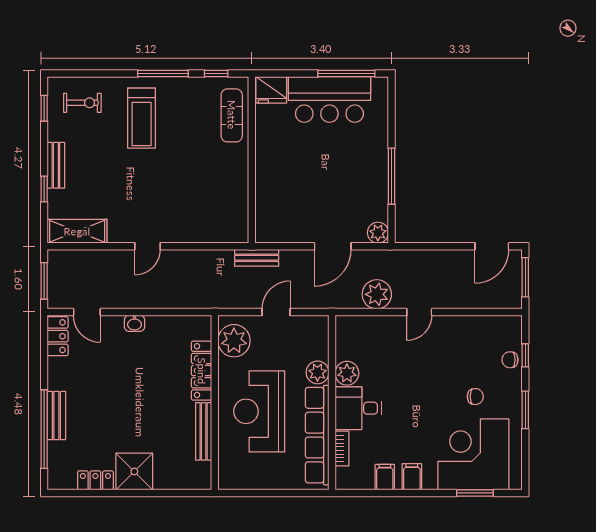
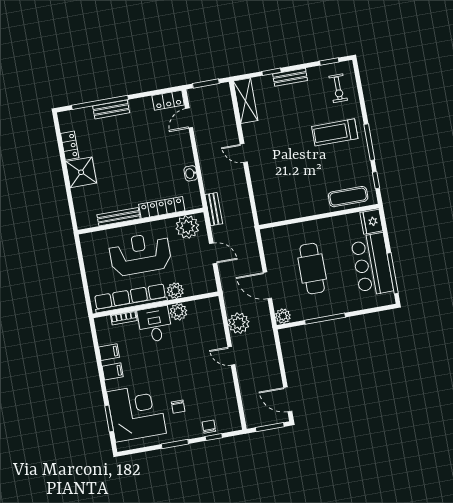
cafe table: (321, 182) -> (312, 269), added
bench: (257, 258) -> (214, 209), moved
washbasin: (134, 323) -> (191, 173), moved

